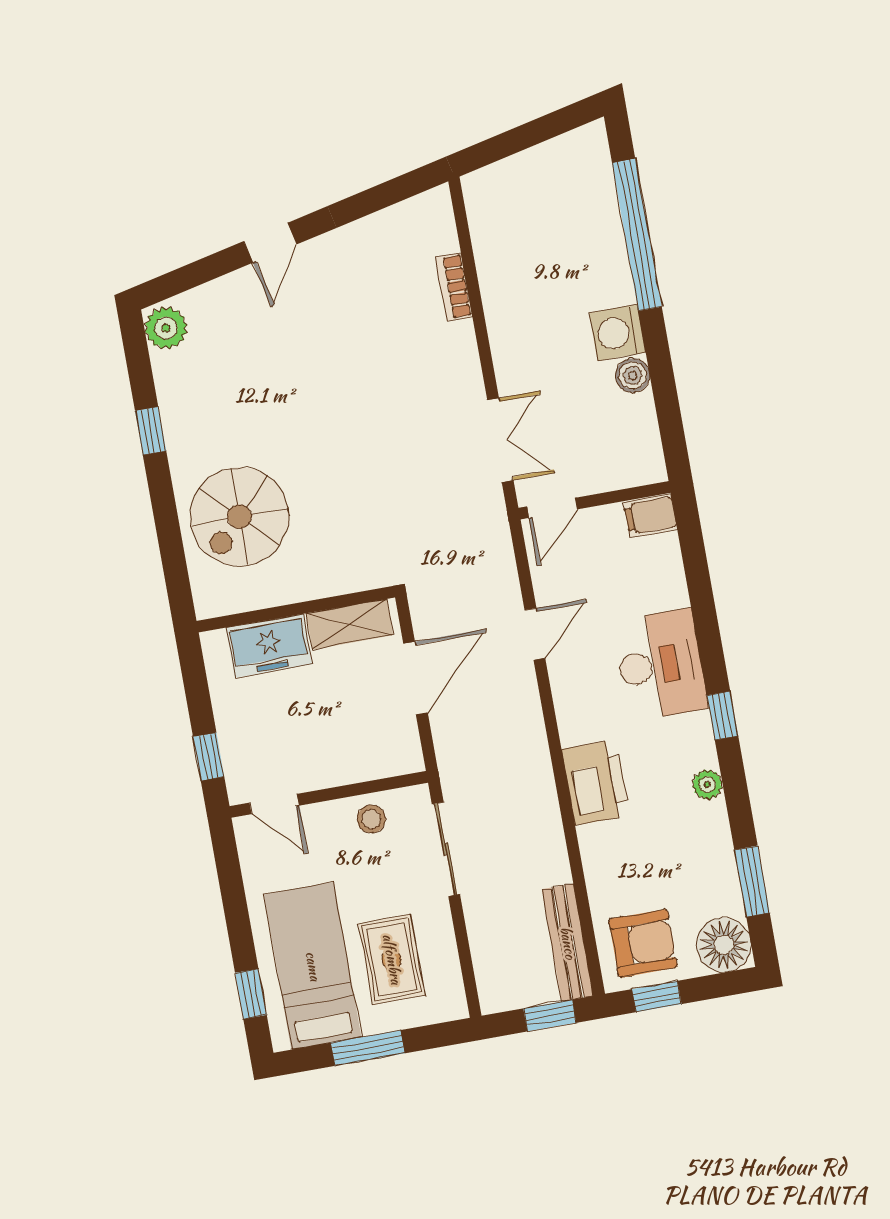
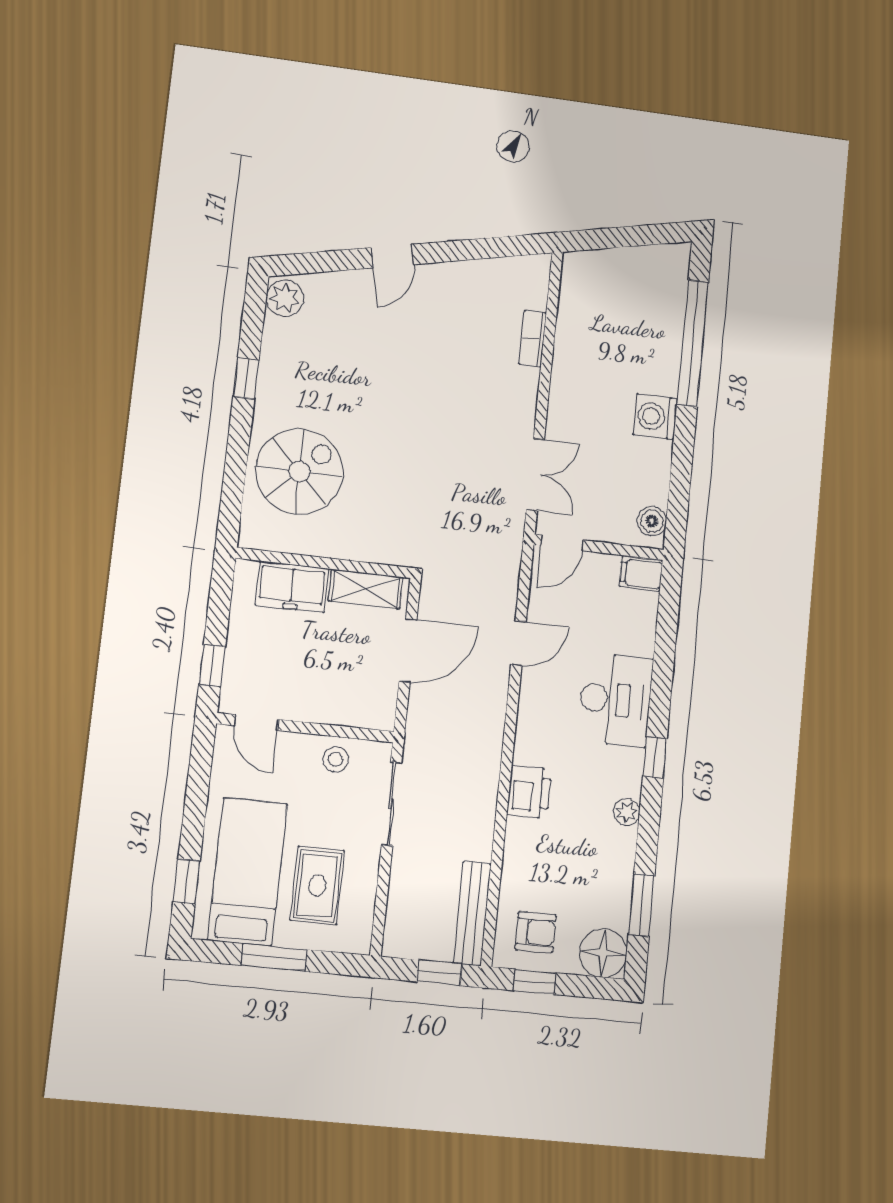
boiler: (633, 375) -> (652, 521), moved
spiral stairs: (239, 517) -> (299, 471), turned 180
printer: (596, 782) -> (529, 792), width x0.73, depth x0.84
armchair: (643, 943) -> (536, 932), width x0.72, depth x0.72

